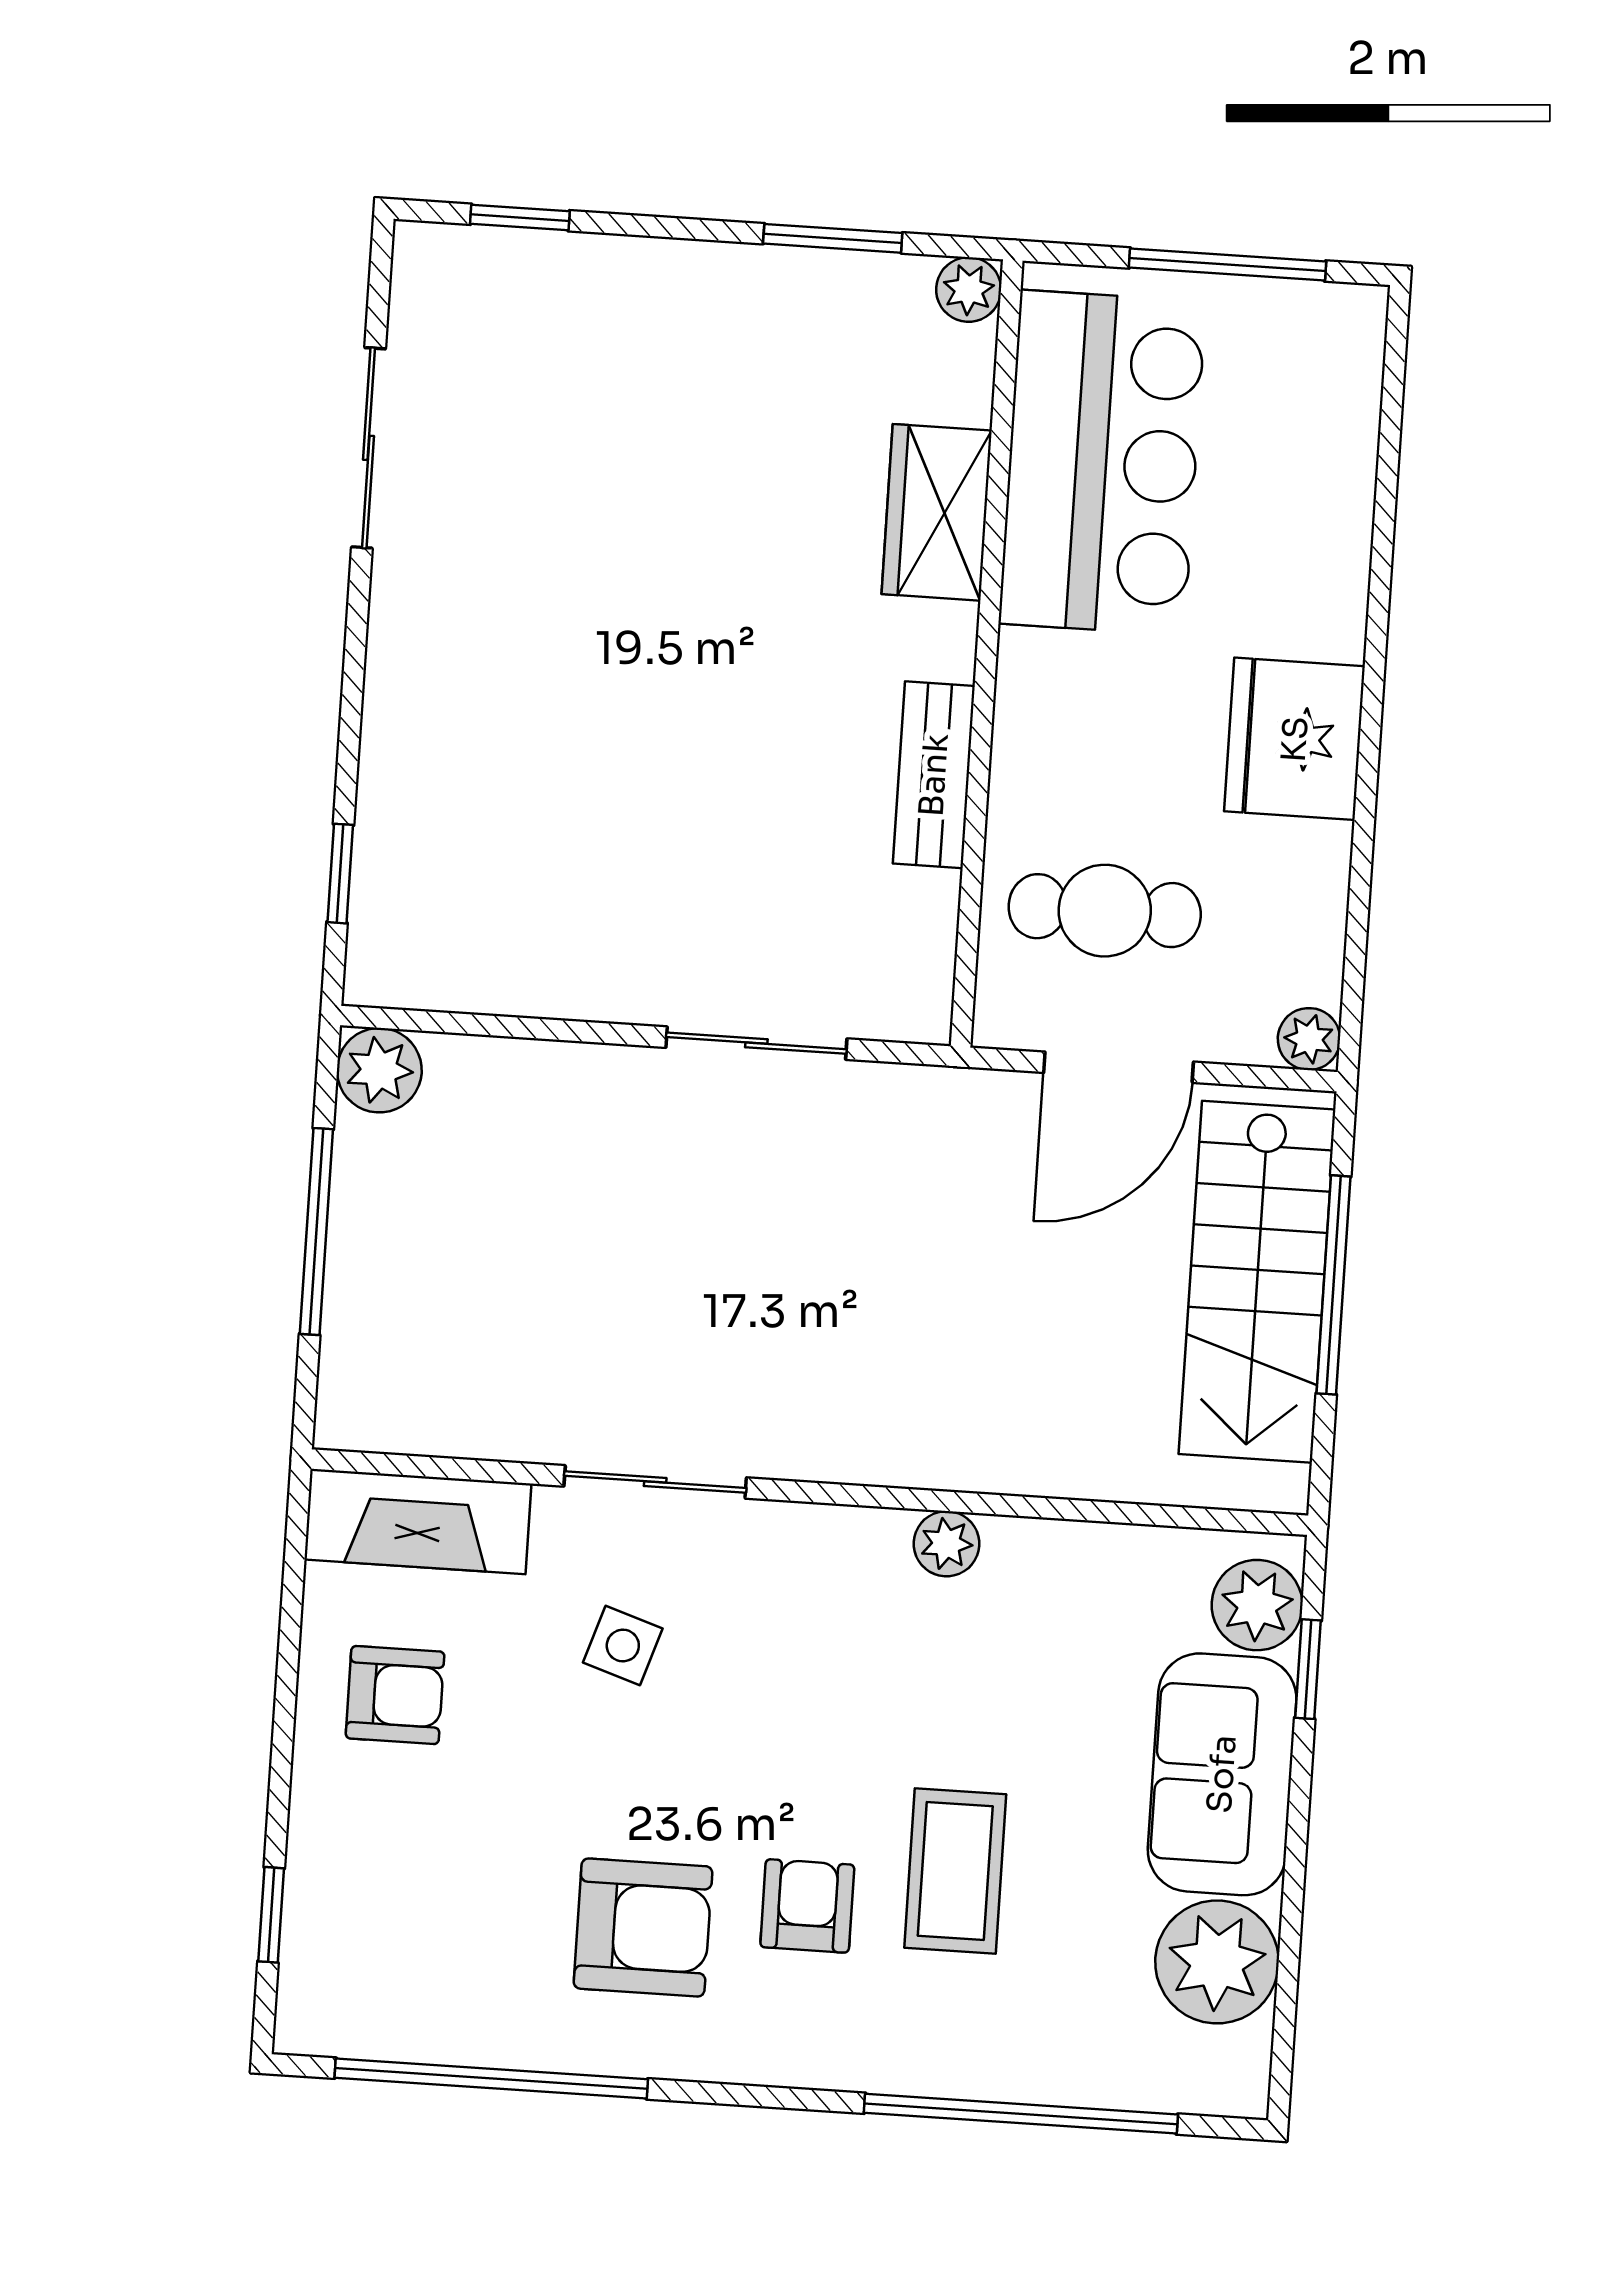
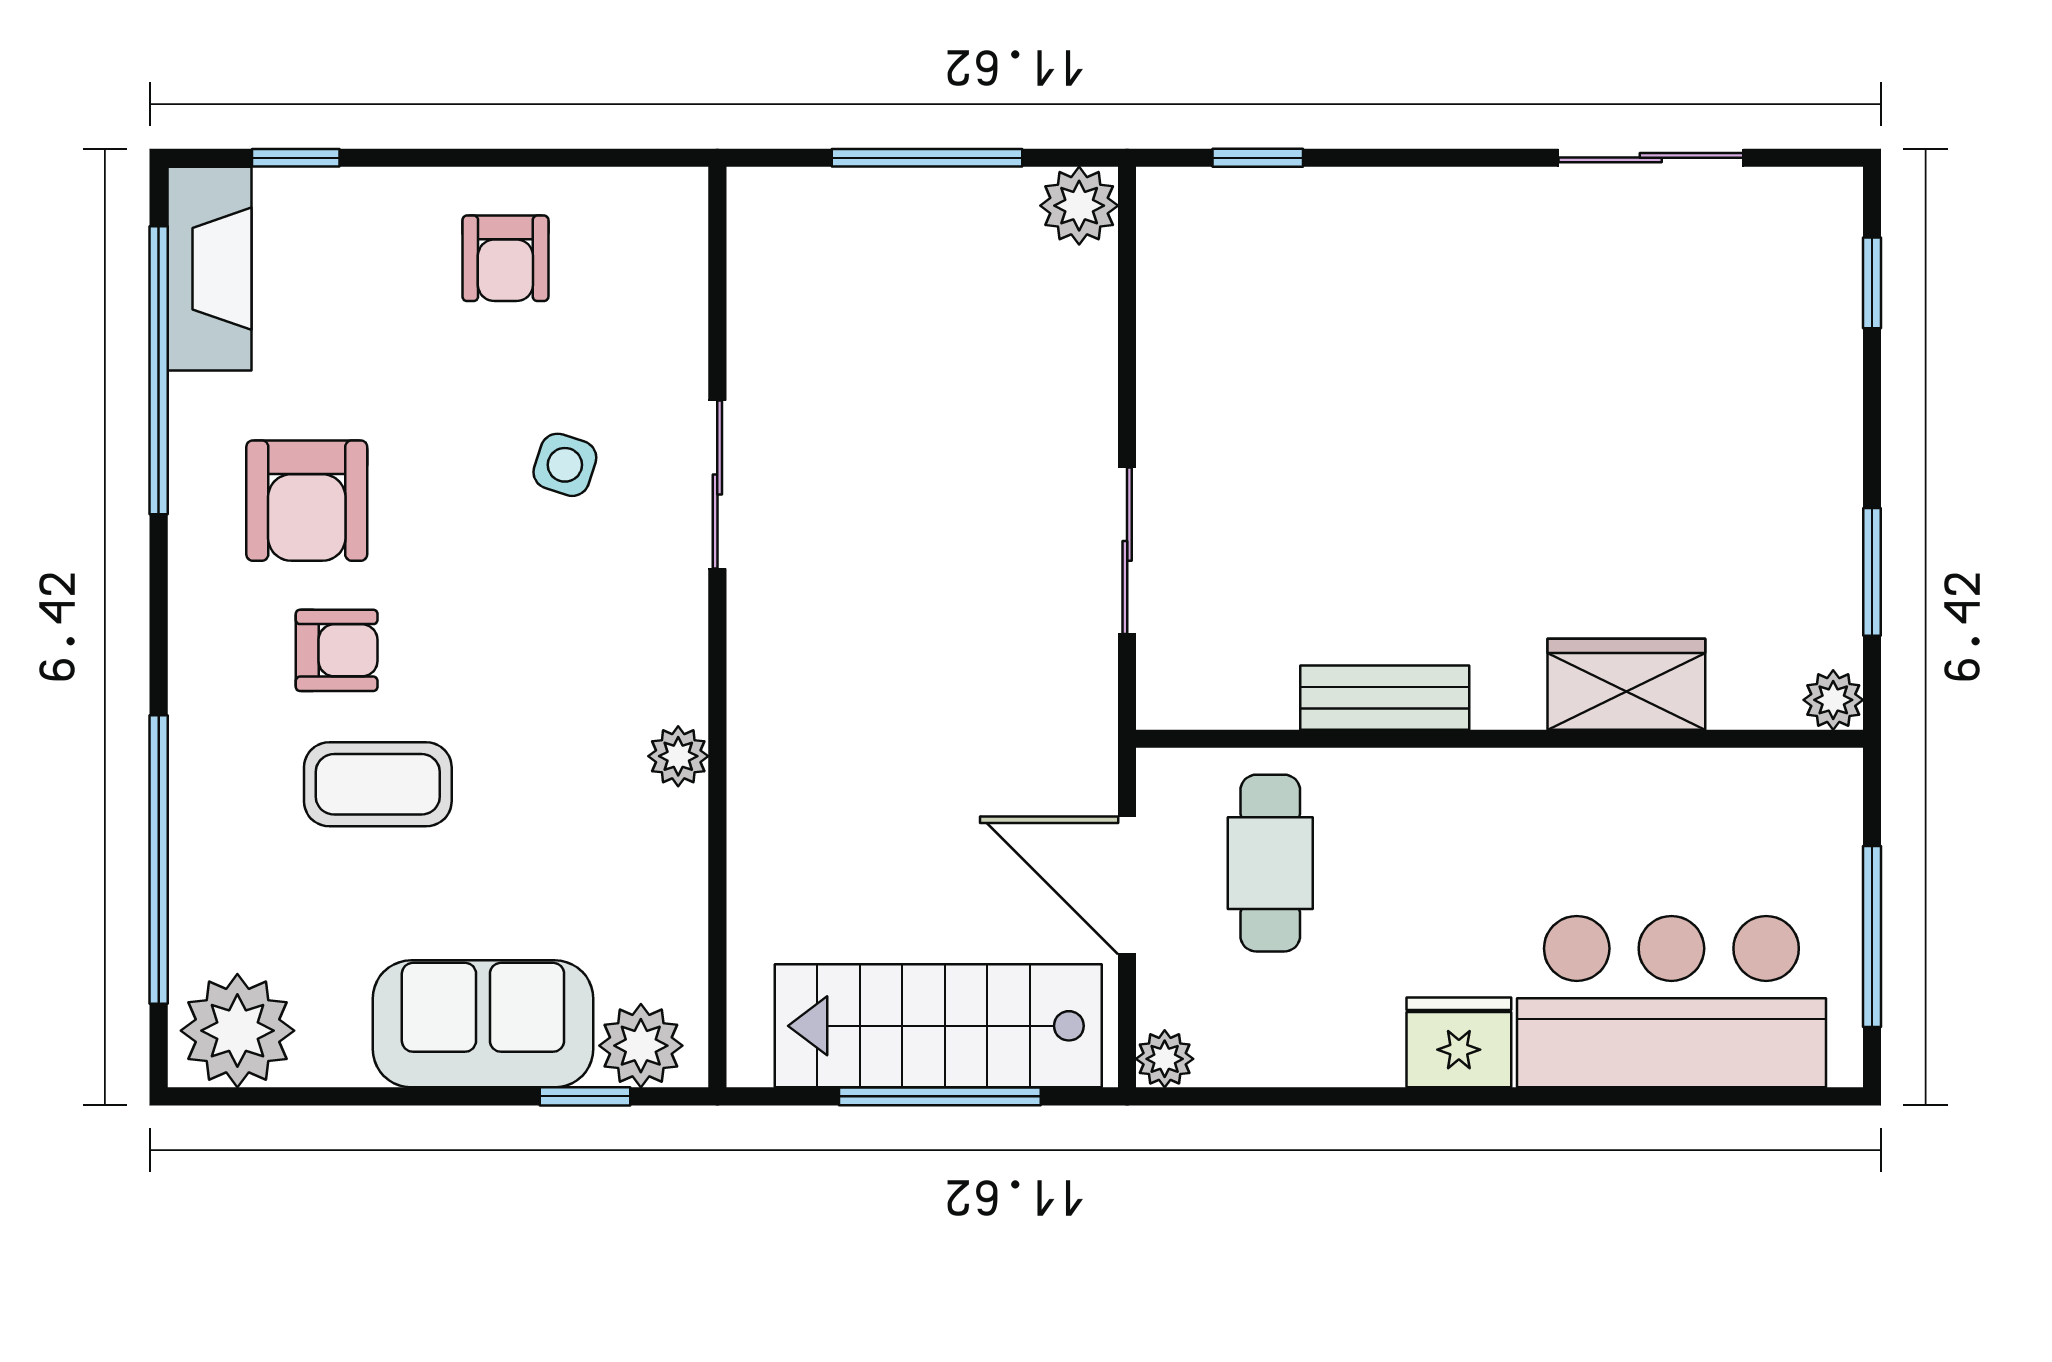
bar counter: (1102, 463) -> (1671, 1002), moved, turned 180
fridge: (1295, 739) -> (1459, 1042), width x0.73, depth x0.75
fireplace: (418, 1522) -> (209, 269), moved, turned 180
plant: (1217, 1962) -> (237, 1031), moved

